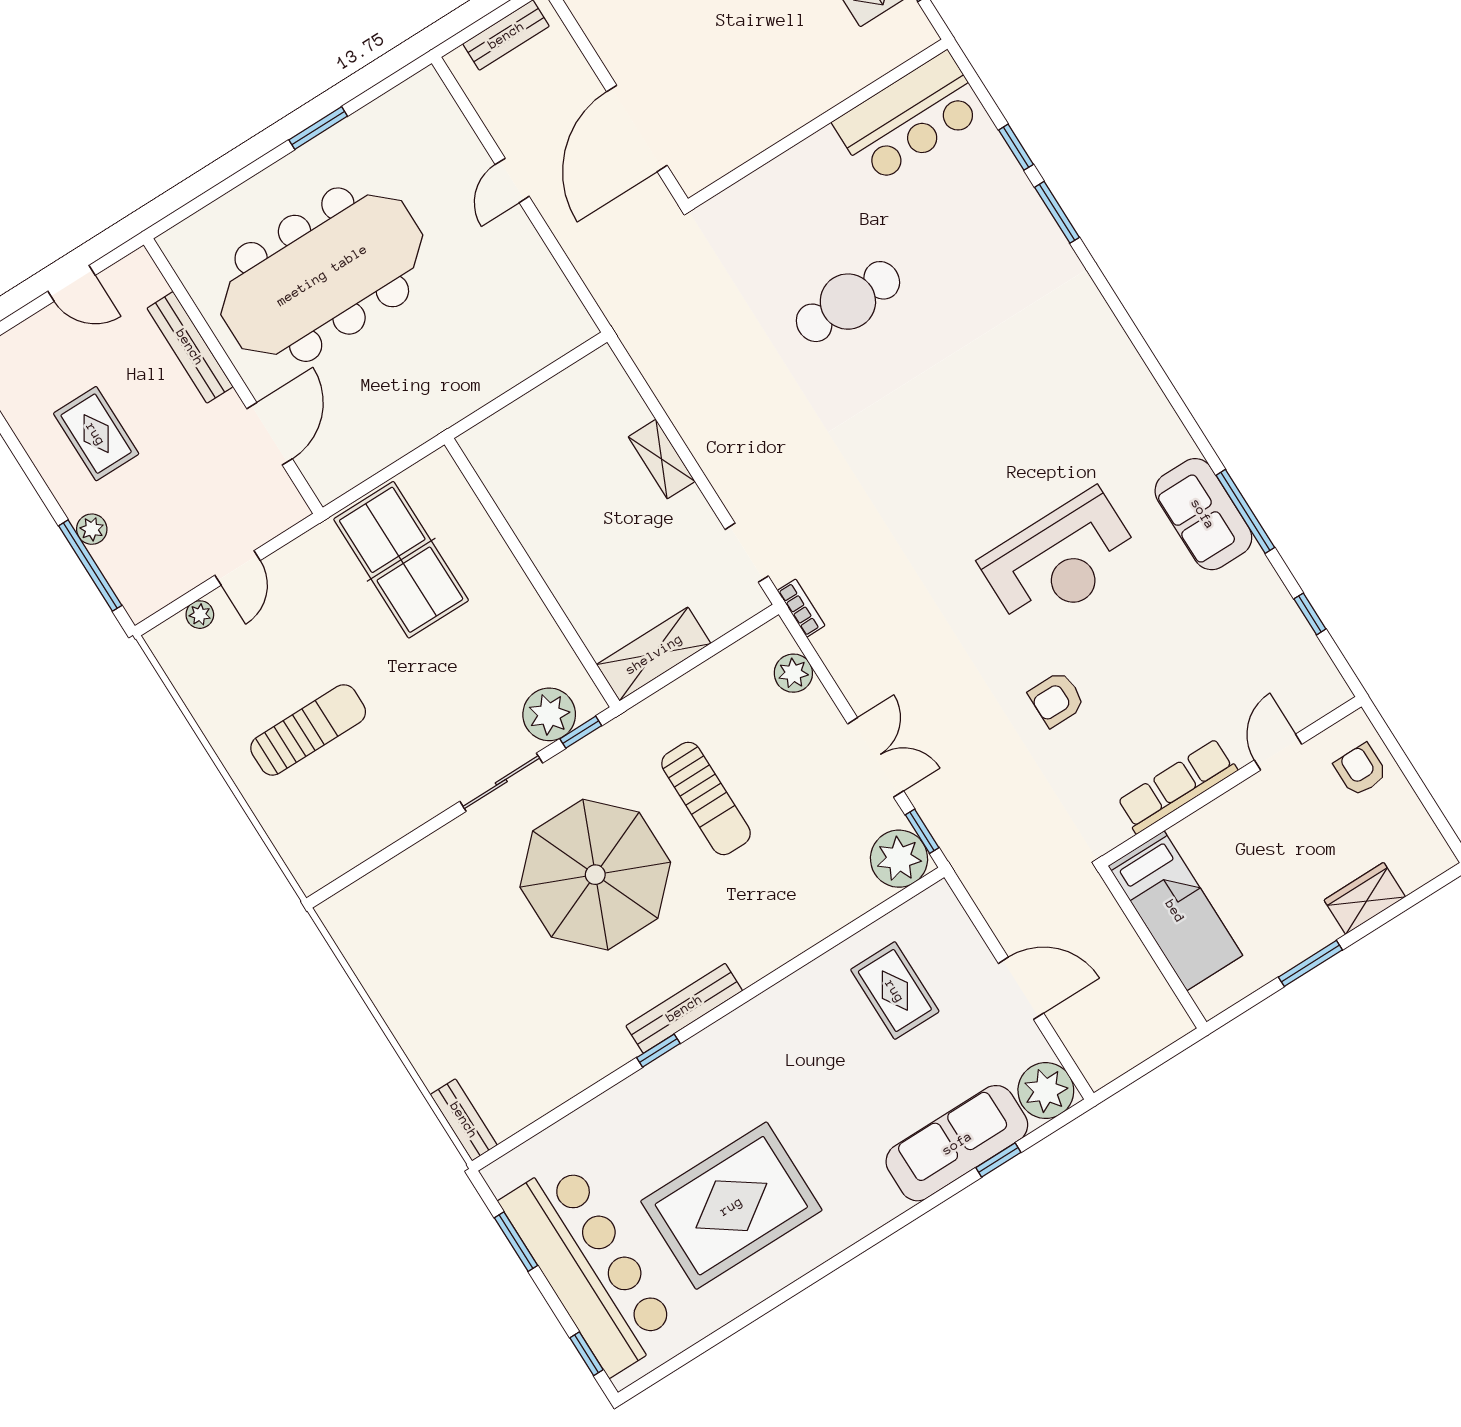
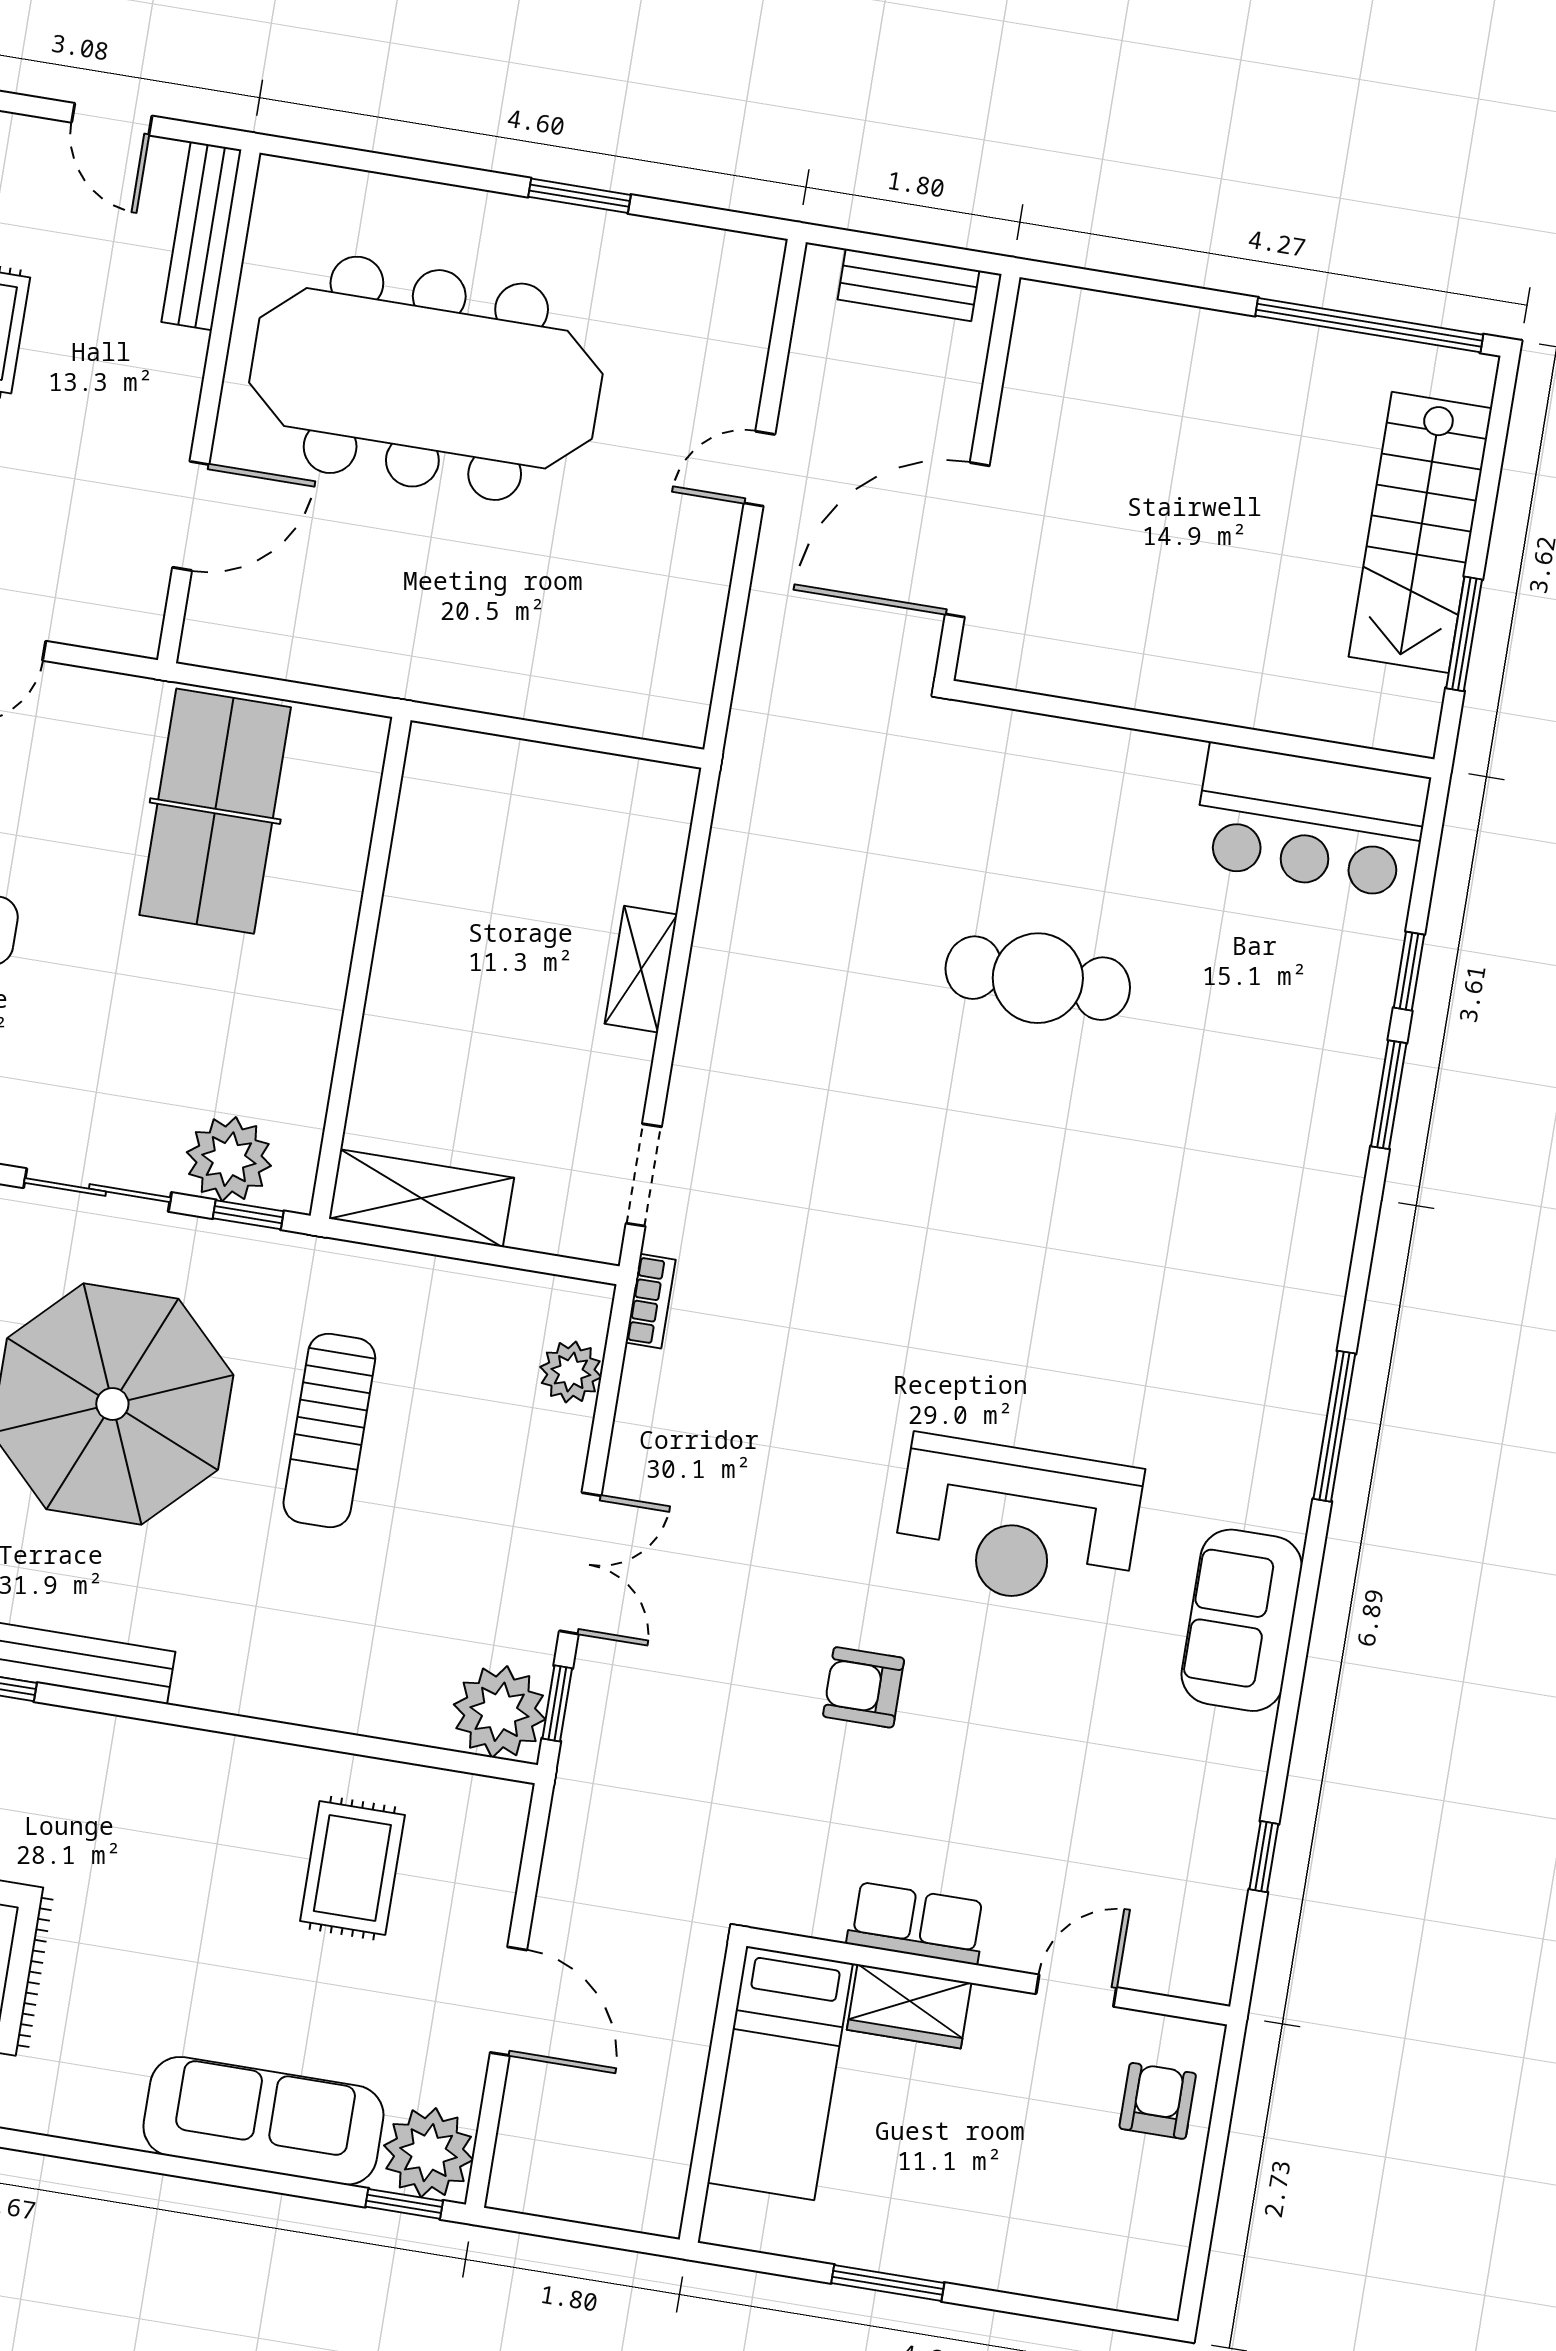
bench: (190, 347) -> (201, 236), moved
window: (1245, 511) -> (1334, 1426), moved
row of seats: (1177, 786) -> (917, 1923), width x0.68
wardrobe: (1365, 898) -> (909, 2006), moved, turned 180
window: (998, 1160) -> (404, 2204), moved

